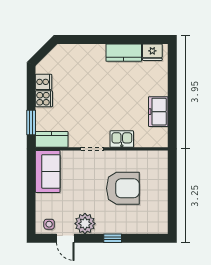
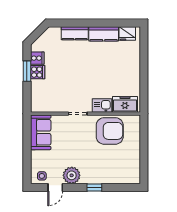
freezer: (158, 112) -> (125, 104), moved, turned 90
window: (31, 122) -> (27, 71), moved
kitchen counter: (52, 139) -> (75, 33), moved, turned 180
armchair: (123, 188) -> (110, 131), moved
door: (65, 238) -> (55, 188), hinge flipped

